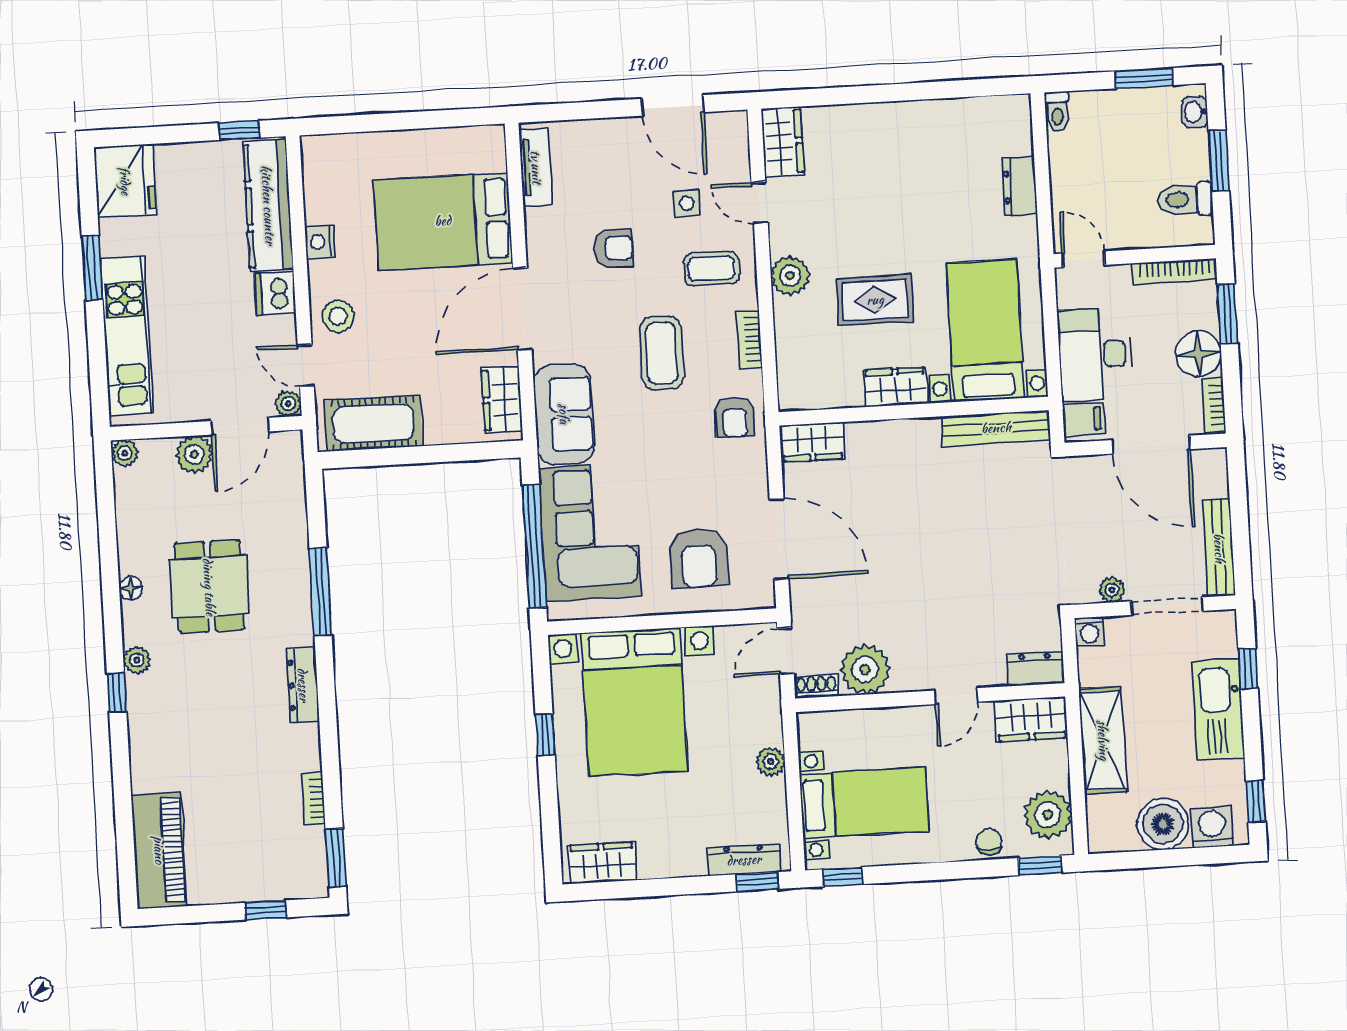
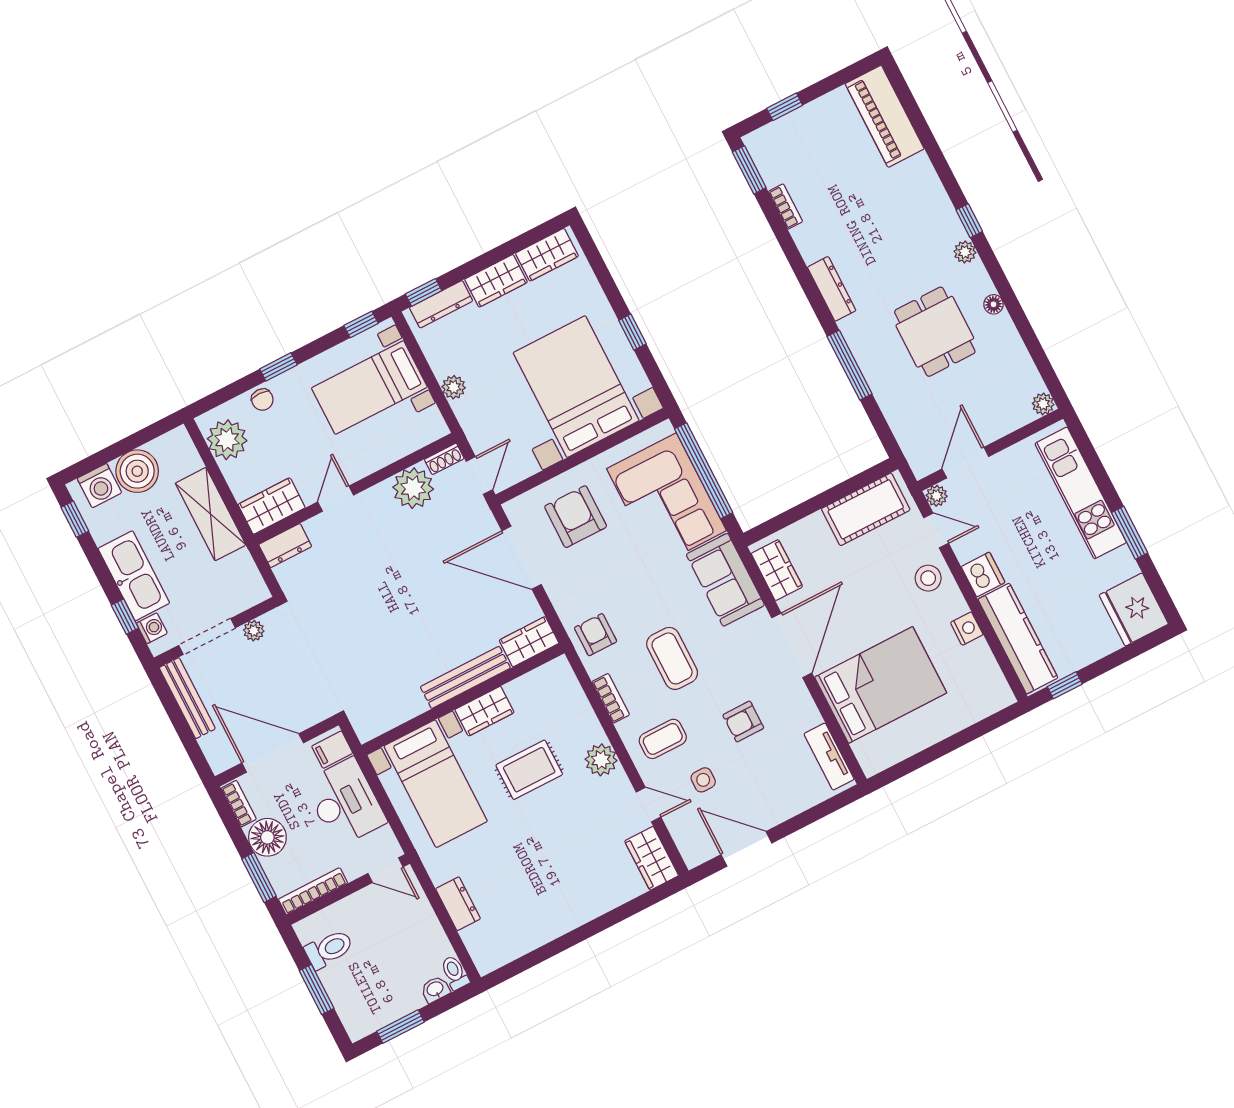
washbasin: (1195, 112) -> (435, 989), moved, turned -90
bench: (996, 428) -> (465, 677), moved
plant: (194, 454) -> (990, 426), removed
washing machine: (1089, 632) -> (152, 628), moved, turned 90
wardrobe: (671, 859) -> (496, 281), added
window: (1040, 865) -> (278, 367), moved

